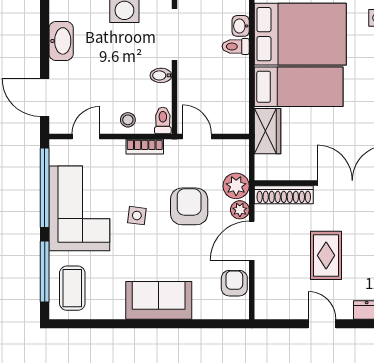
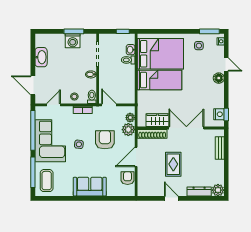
wardrobe: (267, 131) -> (157, 120), moved, turned -90
plant: (240, 210) -> (130, 118), moved

